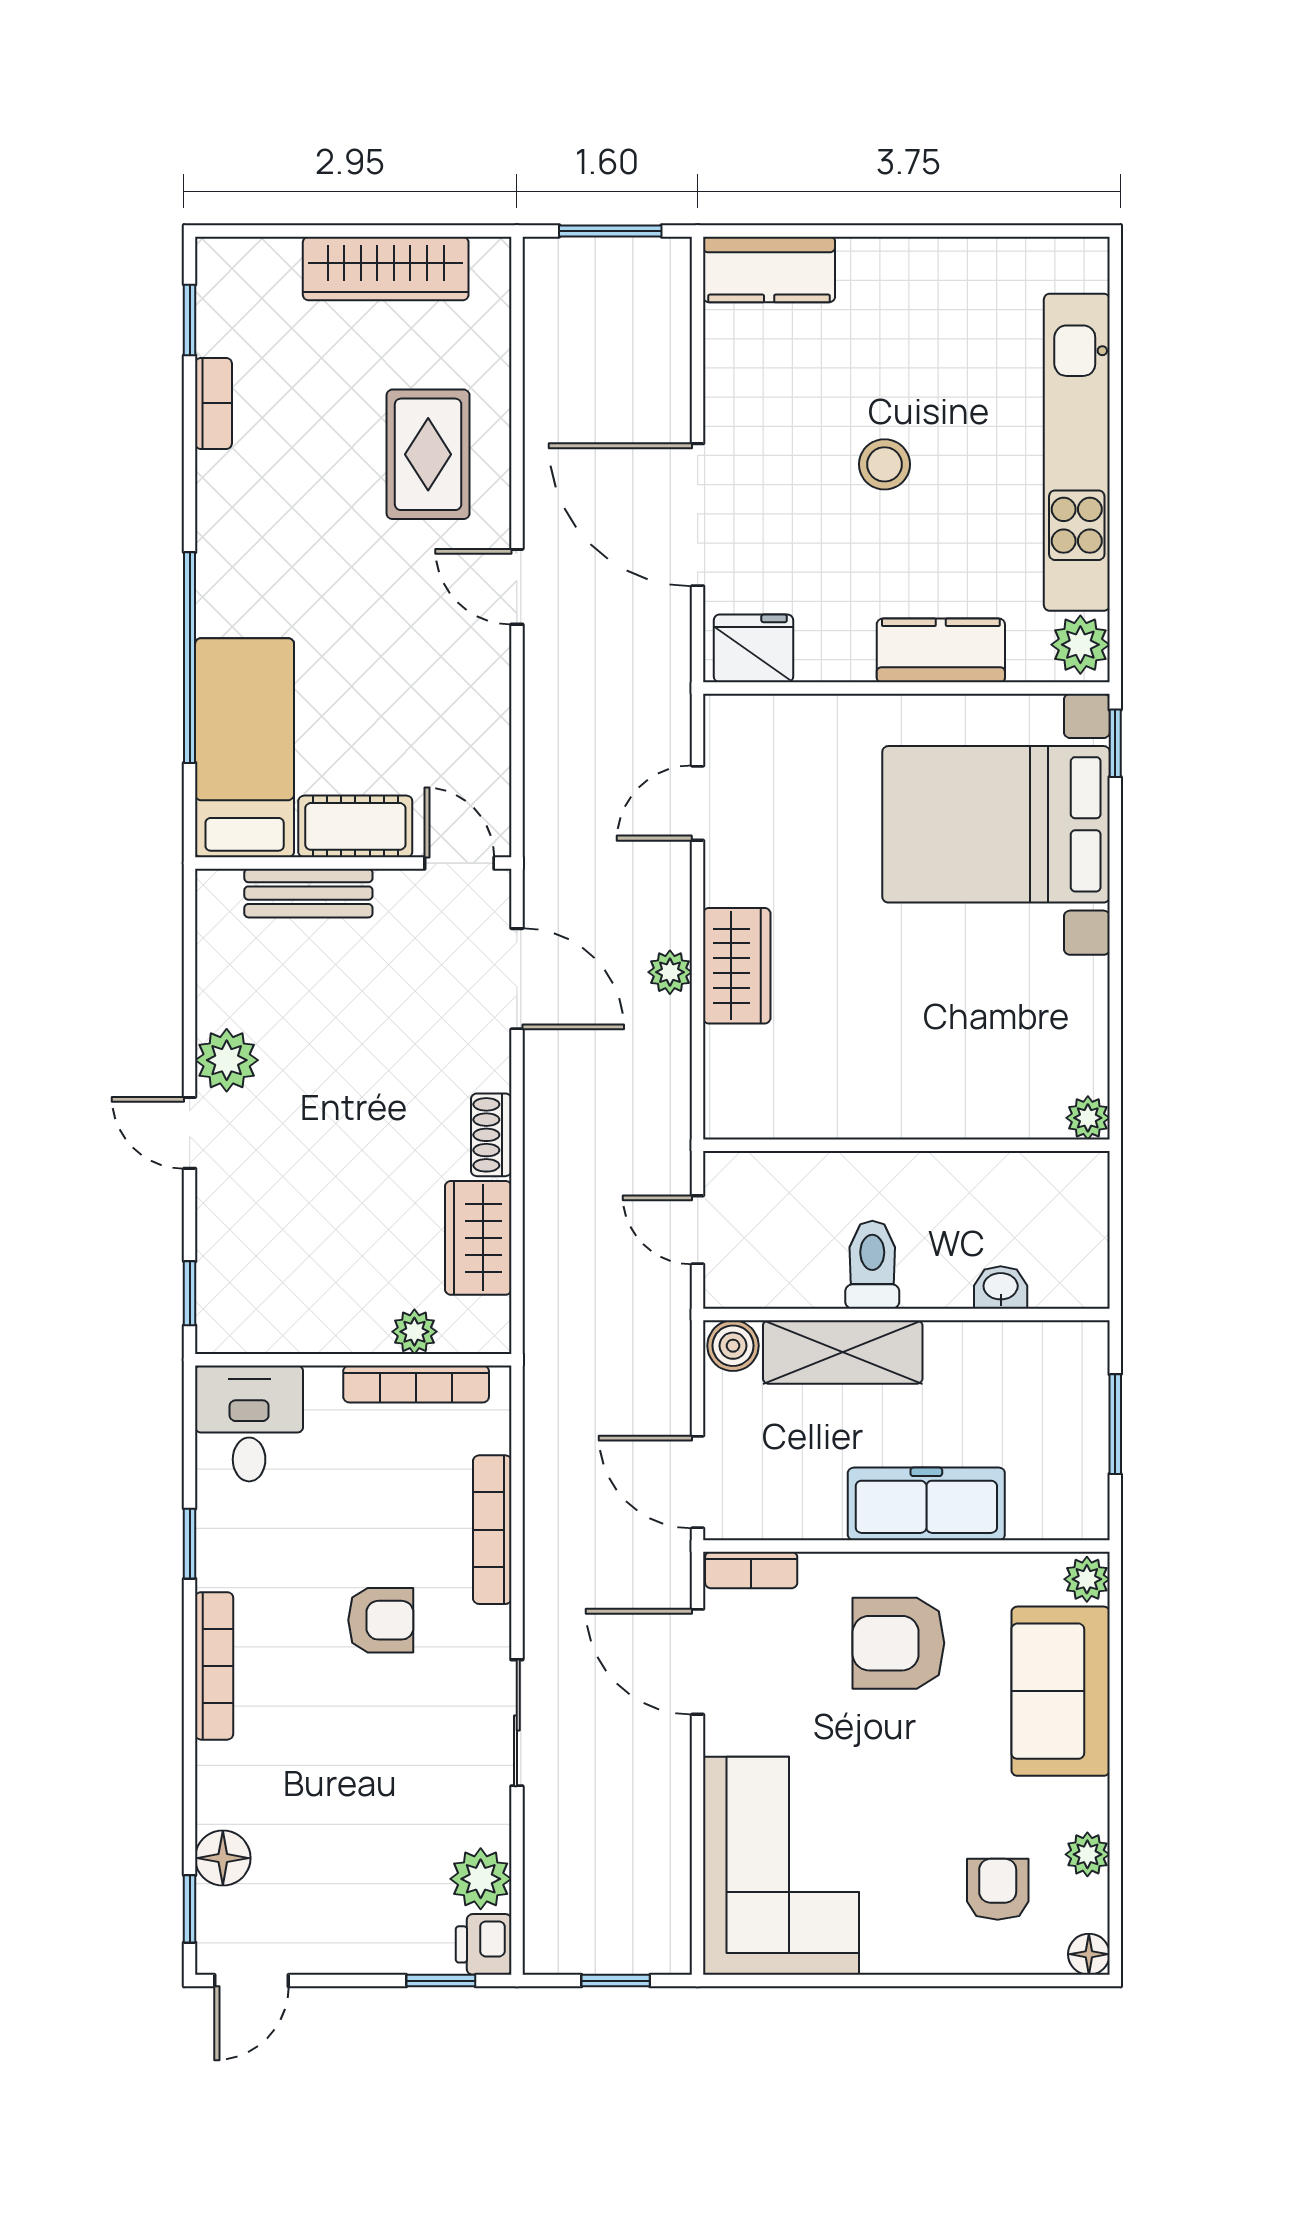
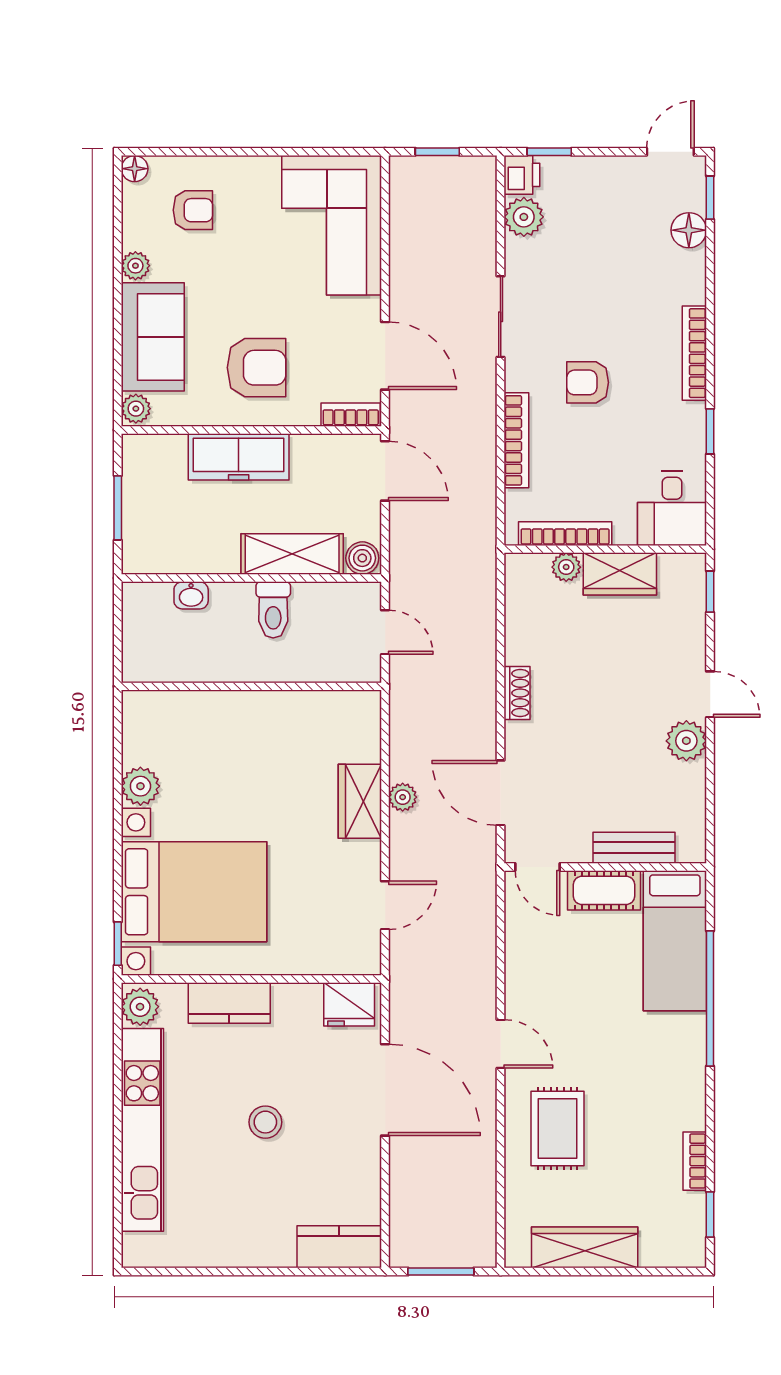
plant: (1088, 1118) -> (140, 786), moved, width x1.38, depth x1.38
wardrobe: (478, 1238) -> (620, 574), moved, turned 90
plant: (1087, 1854) -> (135, 266), moved
armchair: (998, 1889) -> (193, 210), turned -90

